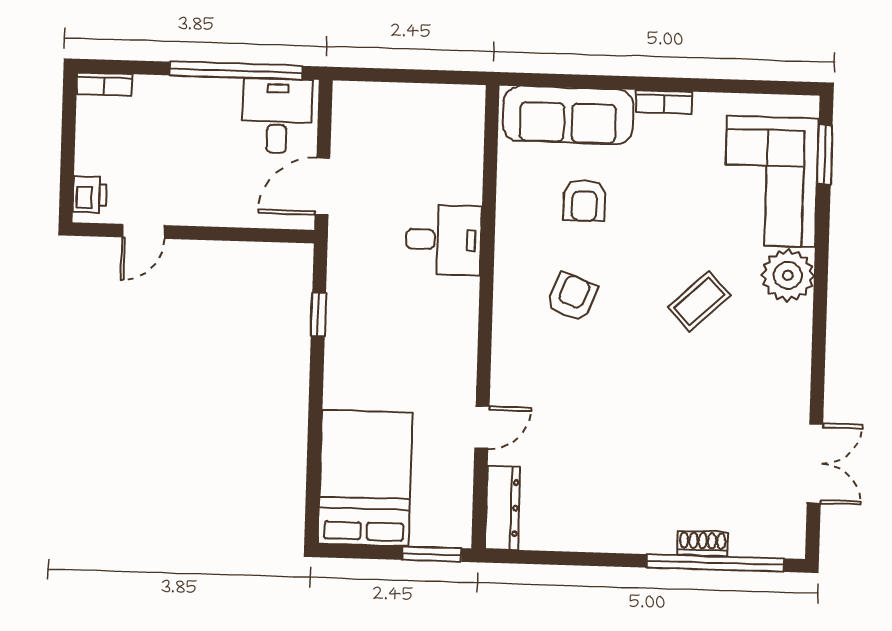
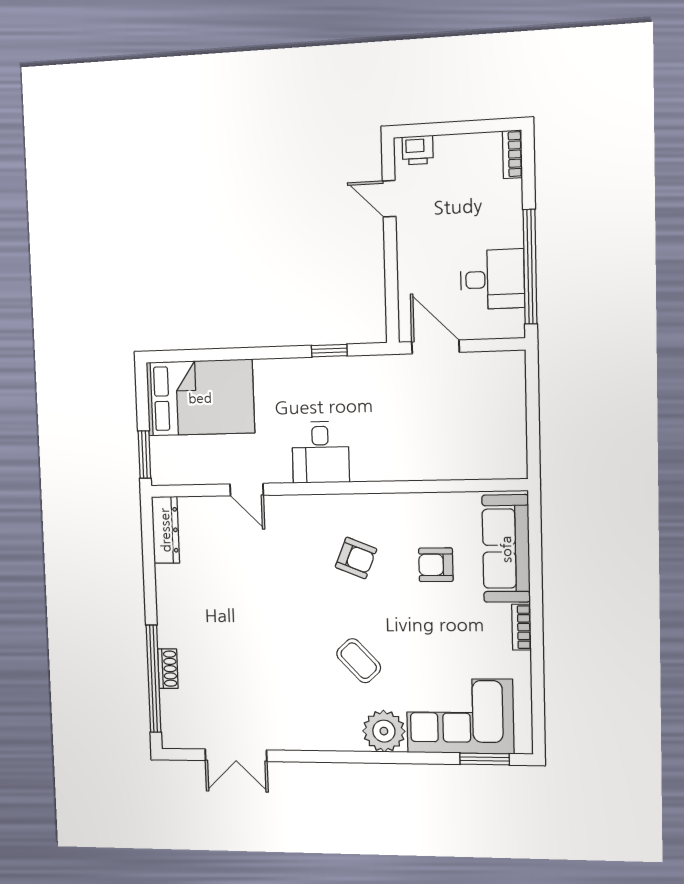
desk: (277, 116) -> (492, 279), moved
desk: (444, 240) -> (320, 452), moved
dresser: (503, 508) -> (165, 530), moved, turned -90

